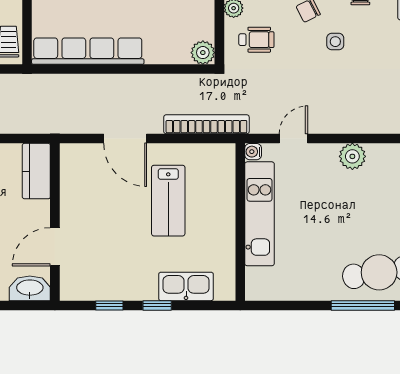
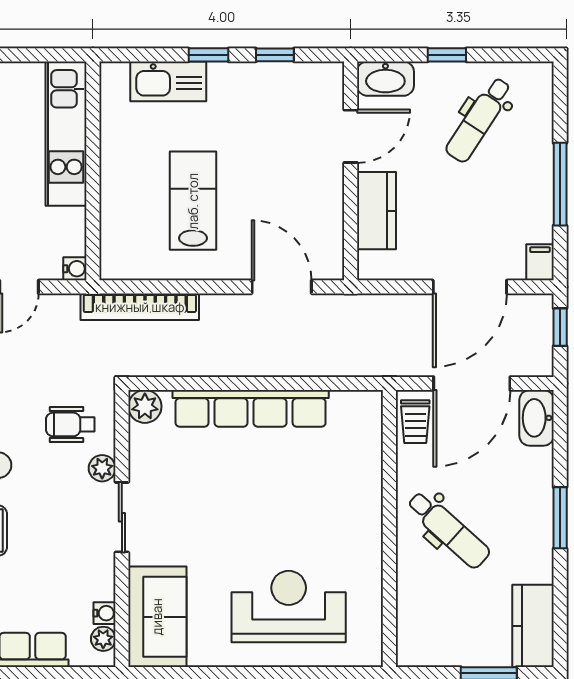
row of seats: (88, 51) -> (251, 408), moved
door: (125, 139) -> (282, 287), moved
kitchen counter: (36, 171) -> (376, 211), moved
kitchen unit: (260, 214) -> (66, 134), moved

